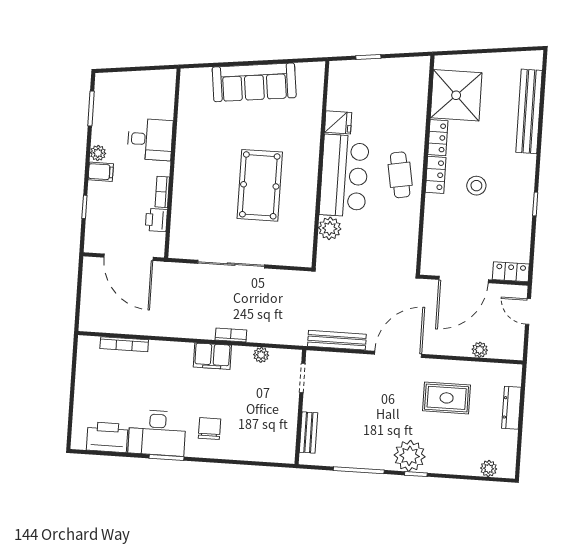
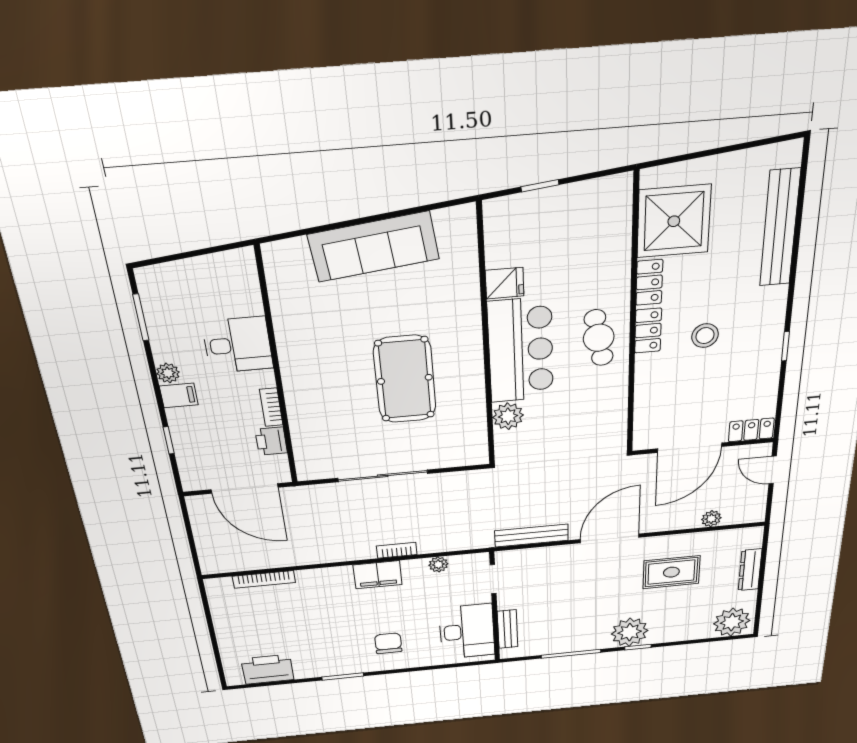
desk: (157, 433) -> (467, 631), moved, turned -90
plant: (489, 468) -> (732, 622), width x1.87, depth x1.87

